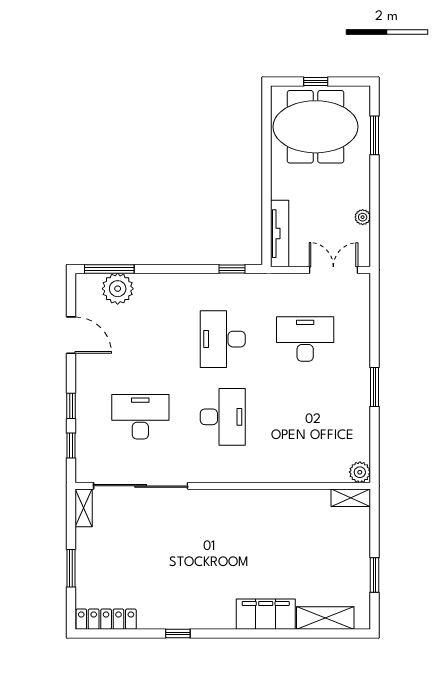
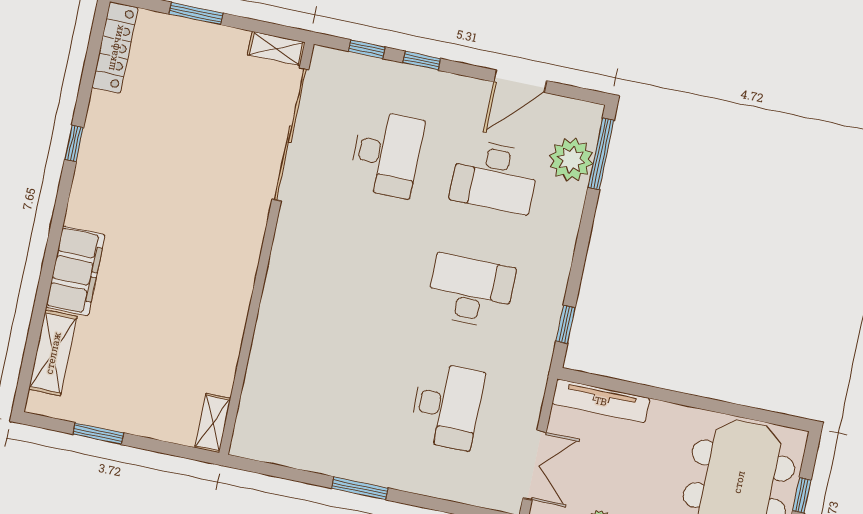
desk: (223, 417) -> (495, 176), moved
plant: (360, 472) -> (246, 443), removed

